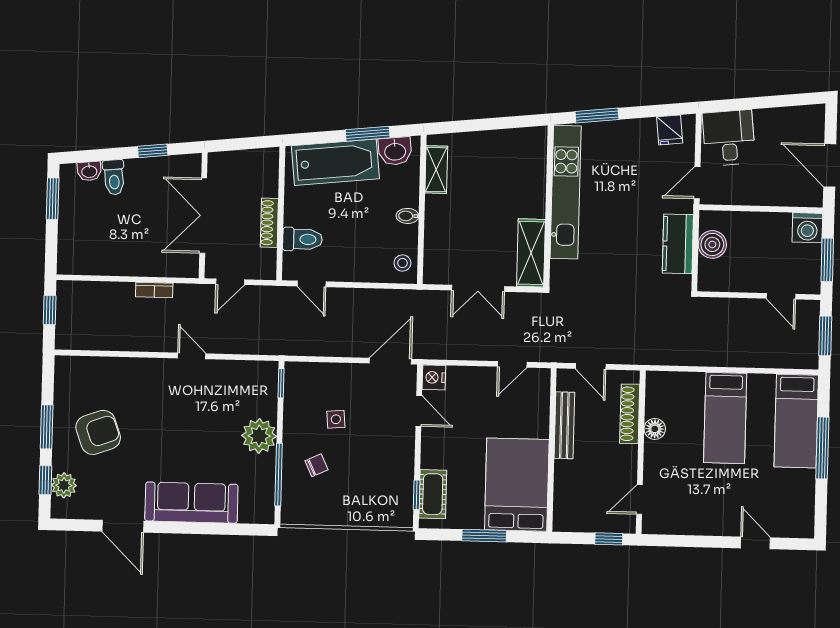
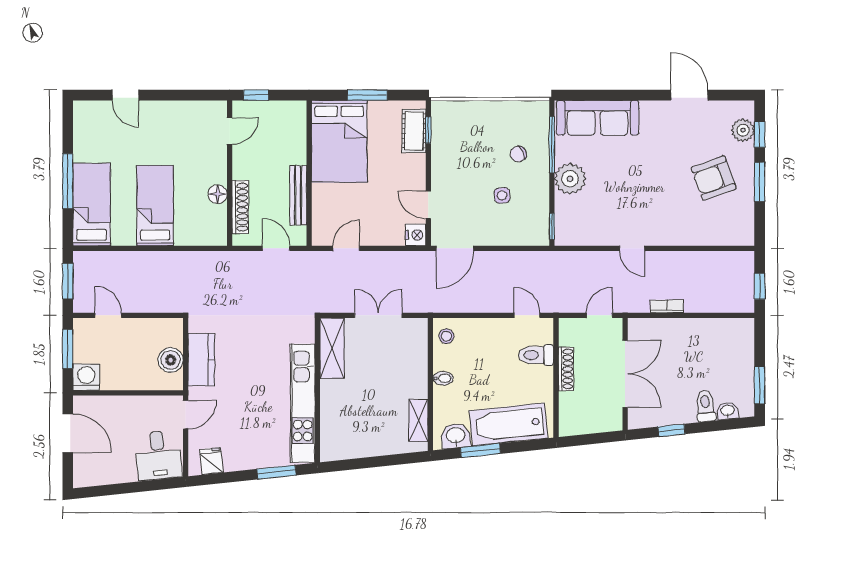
sofa: (191, 503) -> (598, 118), moved

